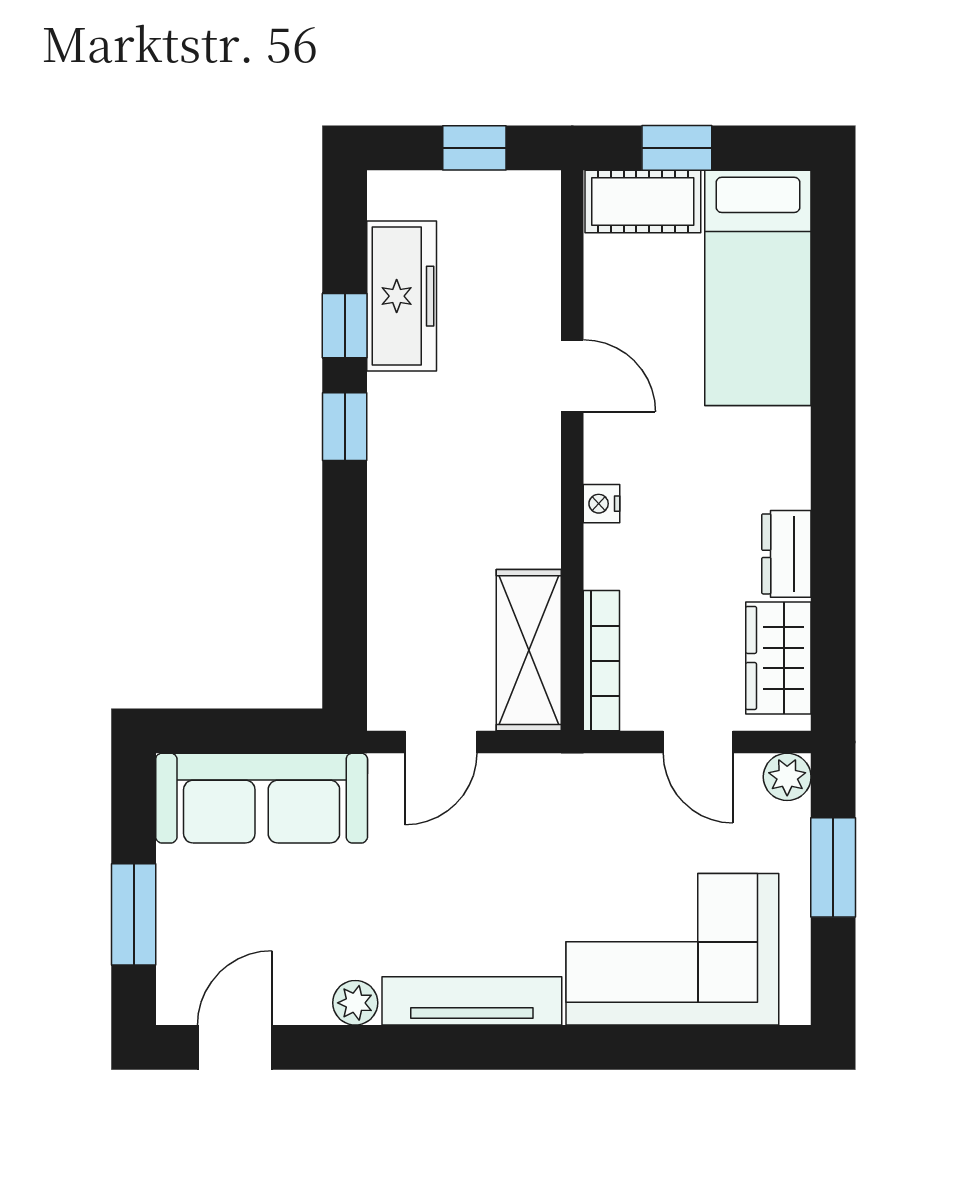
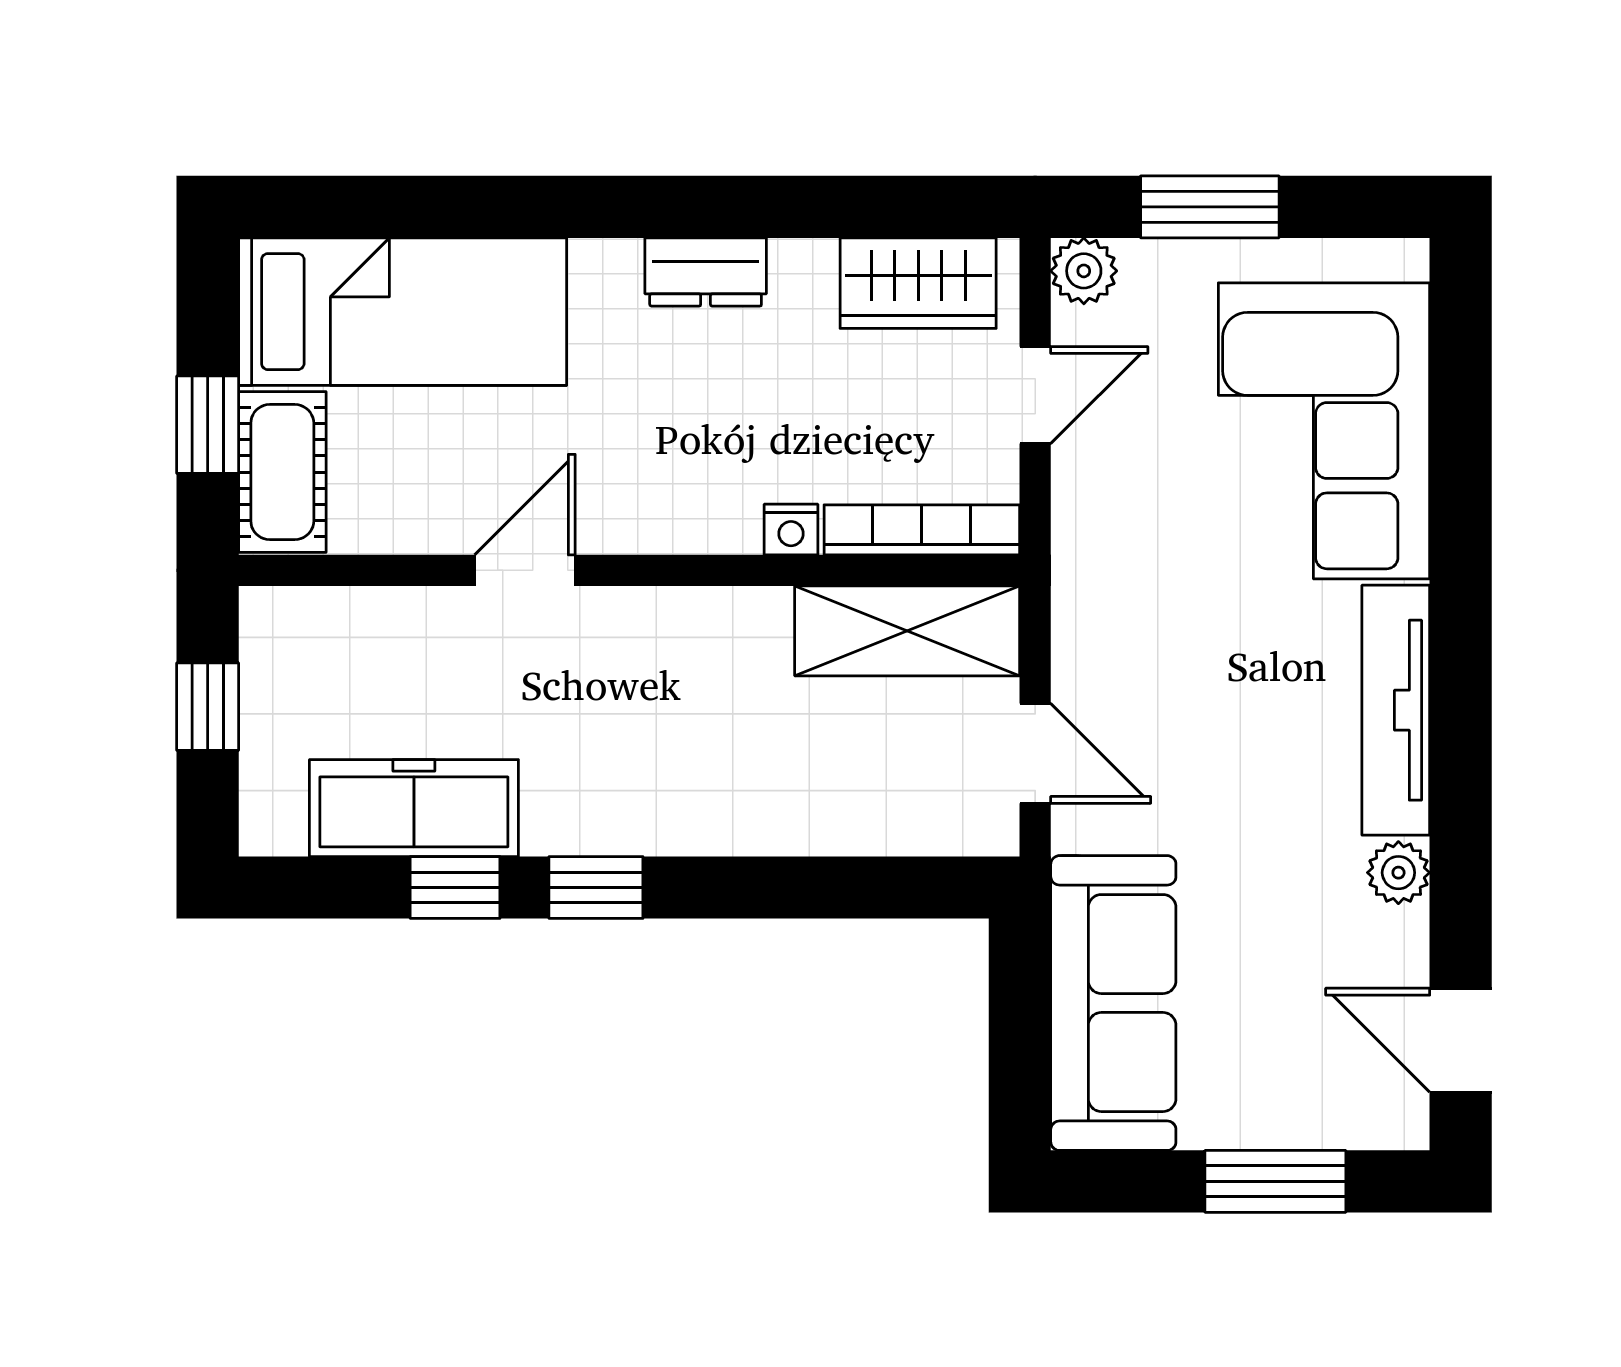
nightstand: (602, 504) -> (791, 530), moved
dresser: (786, 554) -> (706, 272), moved

